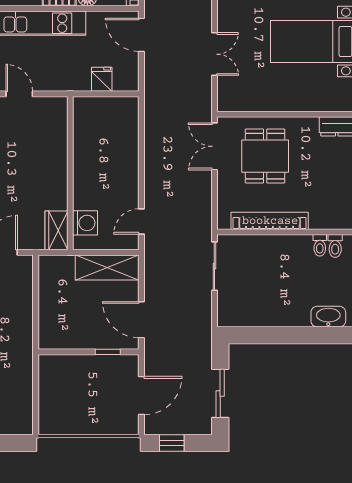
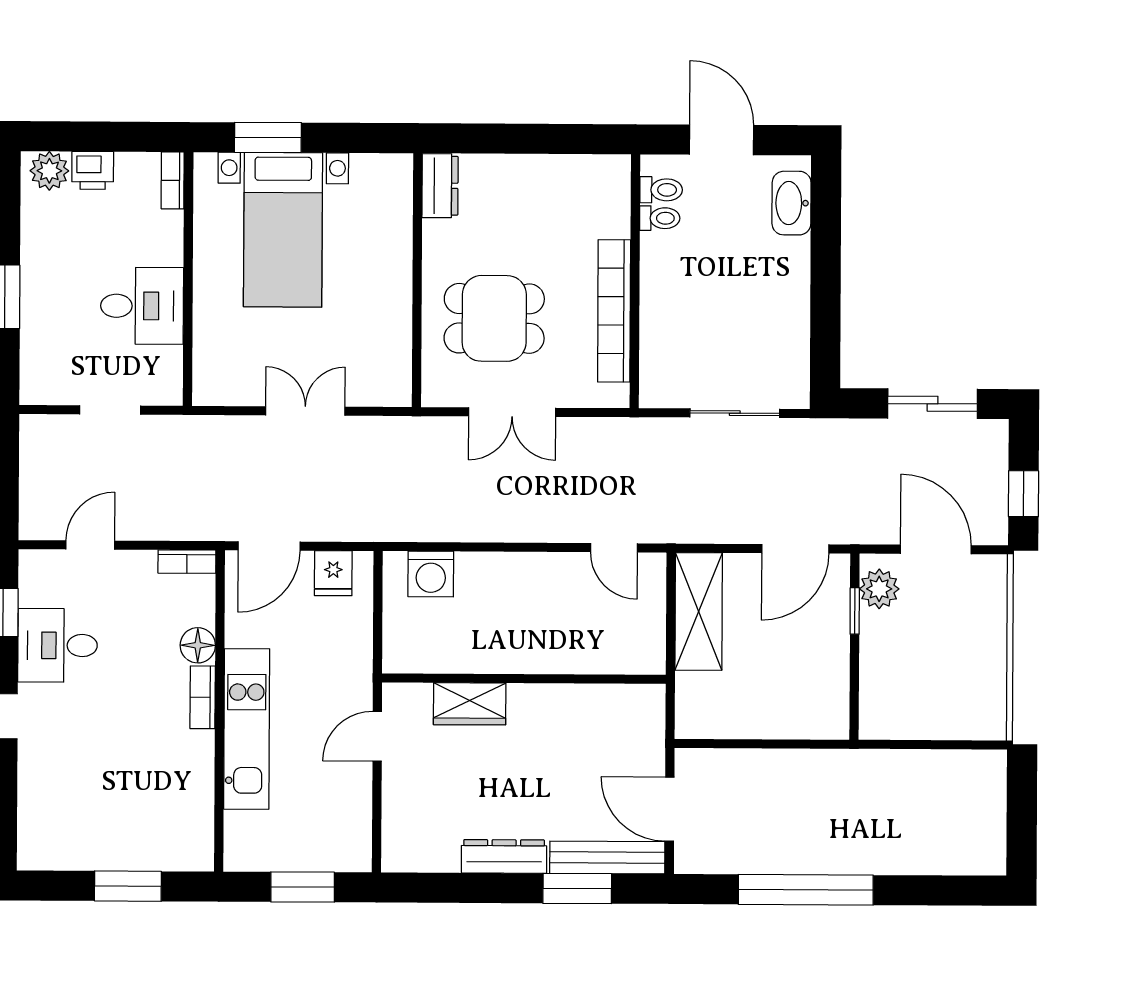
fridge: (102, 79) -> (333, 573), moved, turned -90
door: (19, 94) -> (377, 736), moved
double door: (214, 146) -> (512, 412), moved
washing machine: (85, 223) -> (431, 574), moved, turned 180
wardrobe: (56, 230) -> (470, 704), moved
sliding door: (214, 266) -> (735, 413), moved
plant: (120, 365) -> (879, 589), added

